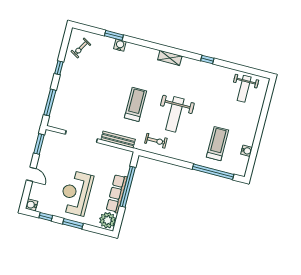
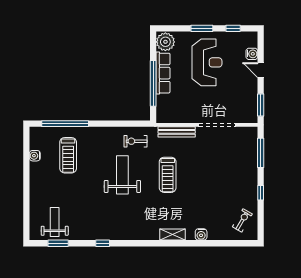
window: (114, 35) -> (58, 243), moved
shelving: (170, 58) -> (173, 235), moved
water cooler: (32, 205) -> (252, 54), moved

